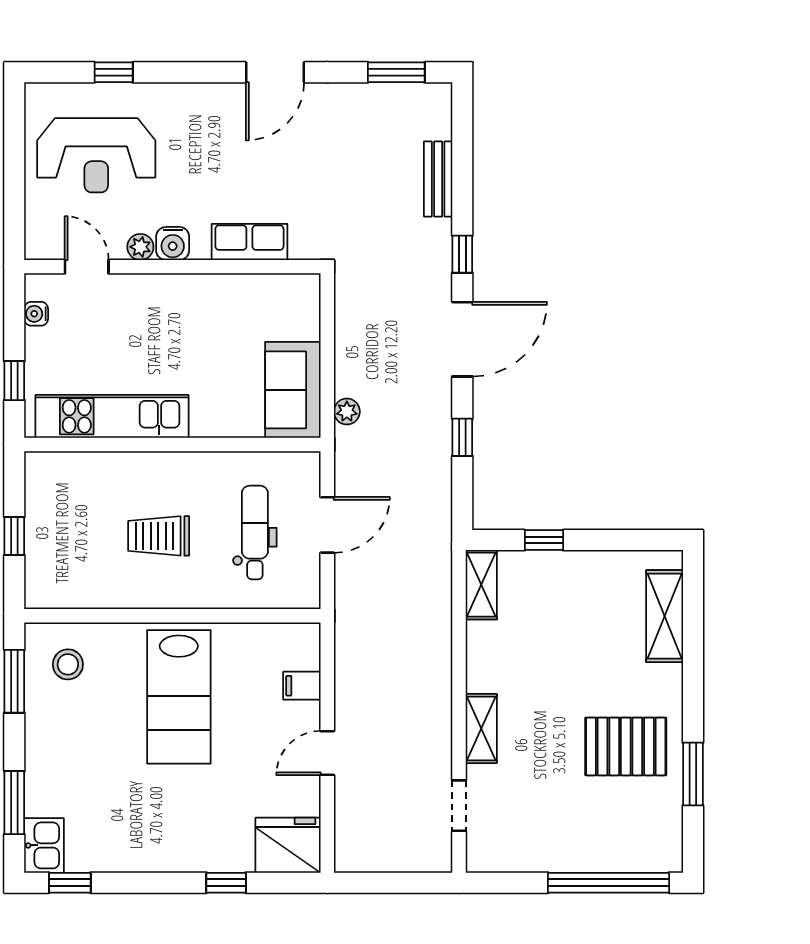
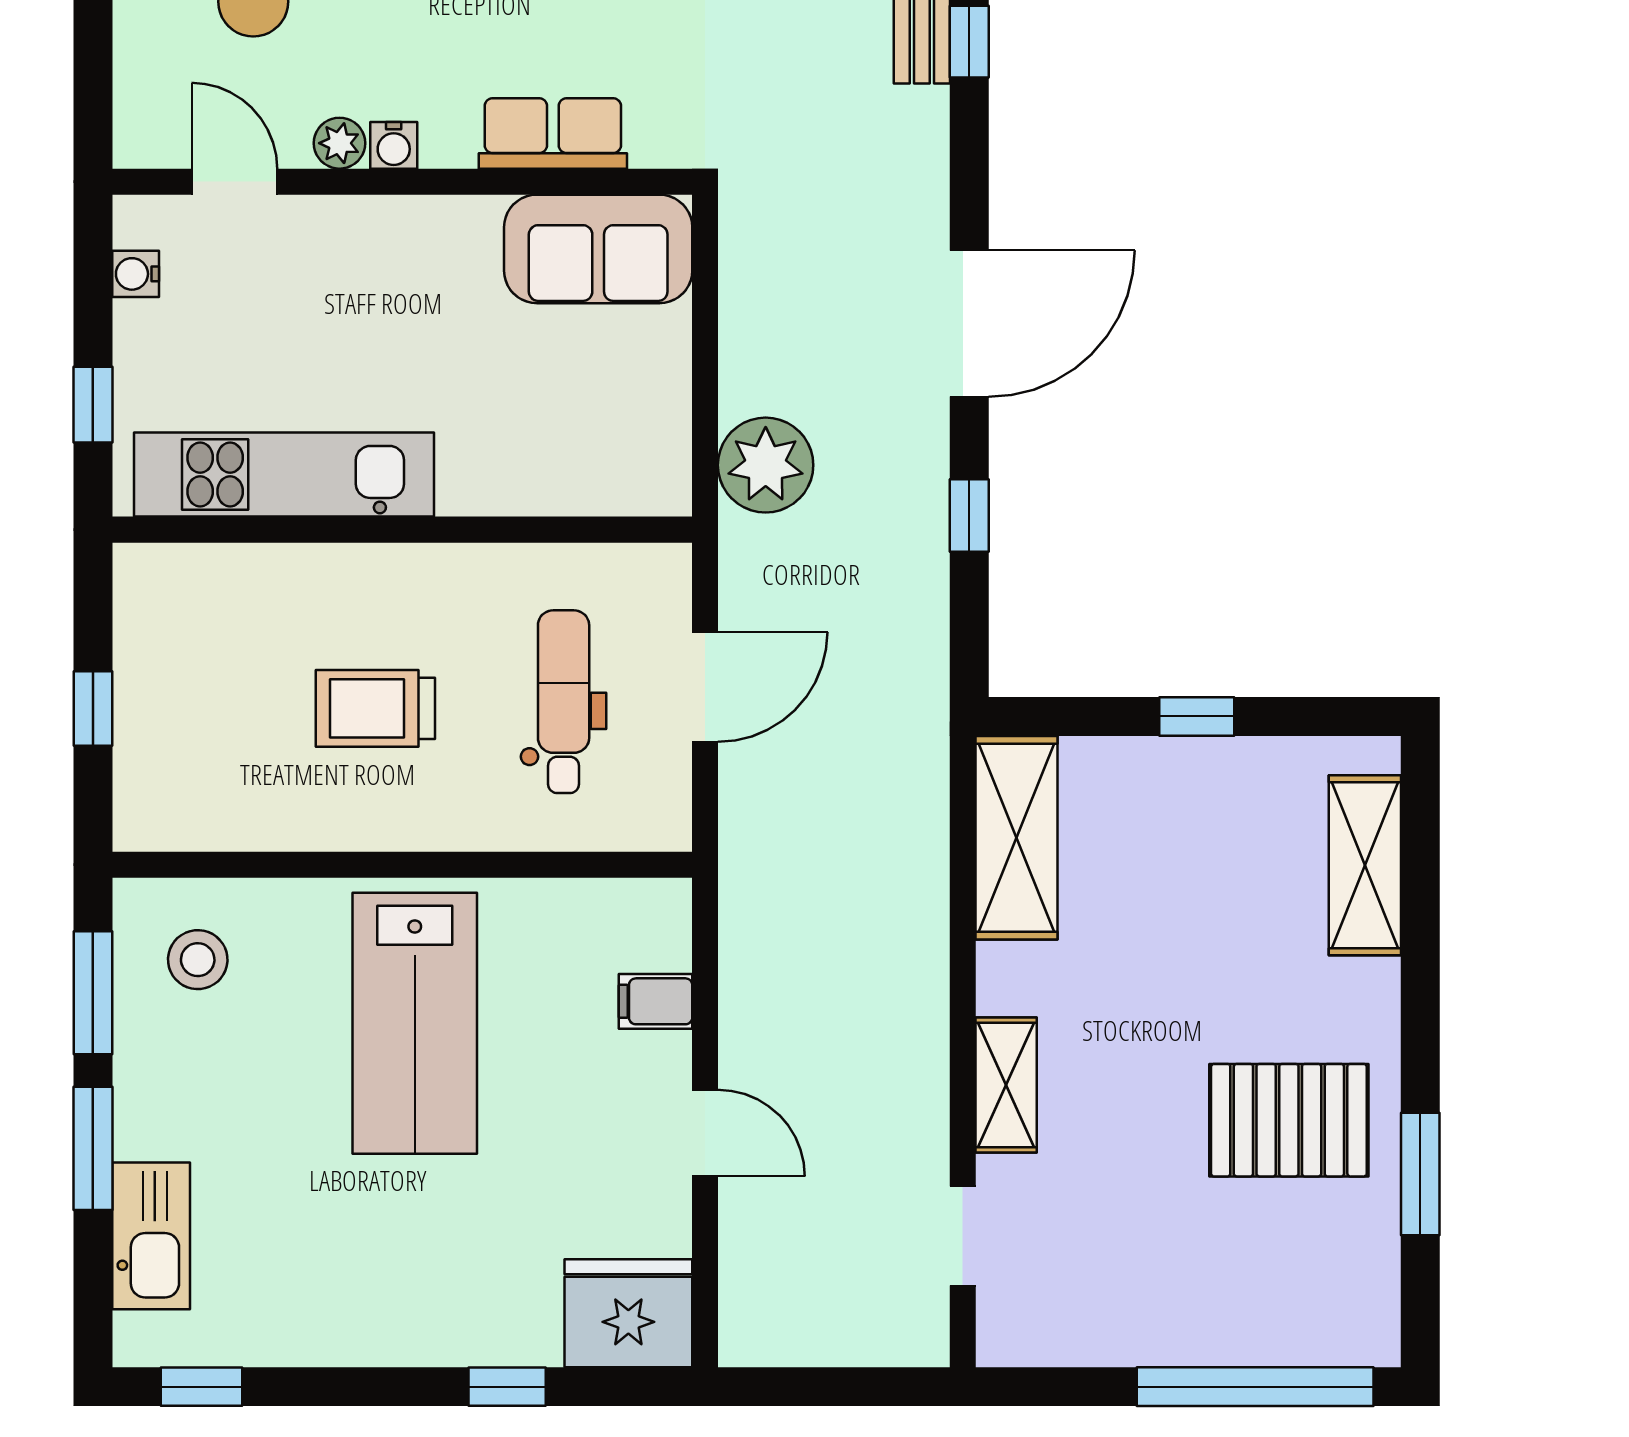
water cooler: (173, 243) -> (394, 145), width x0.72, depth x0.72
window: (462, 254) -> (969, 42), moved
sofa: (293, 390) -> (598, 249), moved, turned -90
plant: (347, 412) -> (766, 465), width x1.88, depth x1.88
window: (544, 540) -> (1197, 716), moved
shelving: (481, 585) -> (1016, 838), width x1.50, depth x1.33
door: (327, 753) -> (705, 1133), swing flipped
window: (14, 803) -> (93, 1148), moved
kitchen sink: (44, 845) -> (151, 1236), moved, width x1.38

